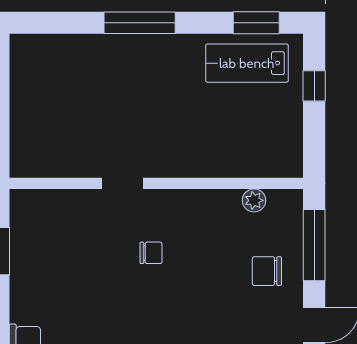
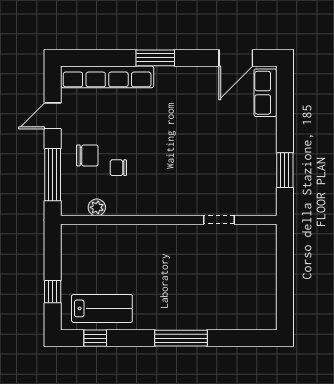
window: (256, 23) -> (95, 338), width x0.67
doorway: (122, 183) -> (219, 220), moved
chair: (151, 253) -> (118, 168), moved

